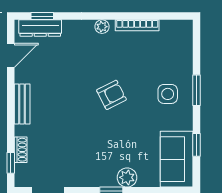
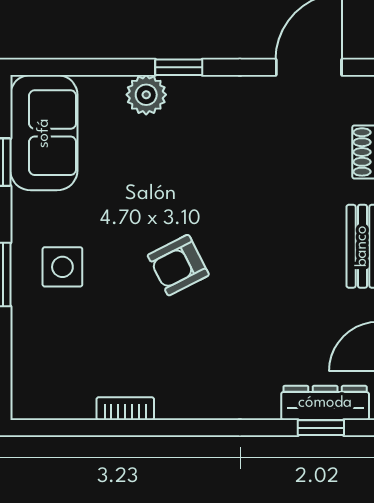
bookcase: (137, 25) -> (125, 409), width x0.64
plant: (102, 27) -> (198, 406), removed

